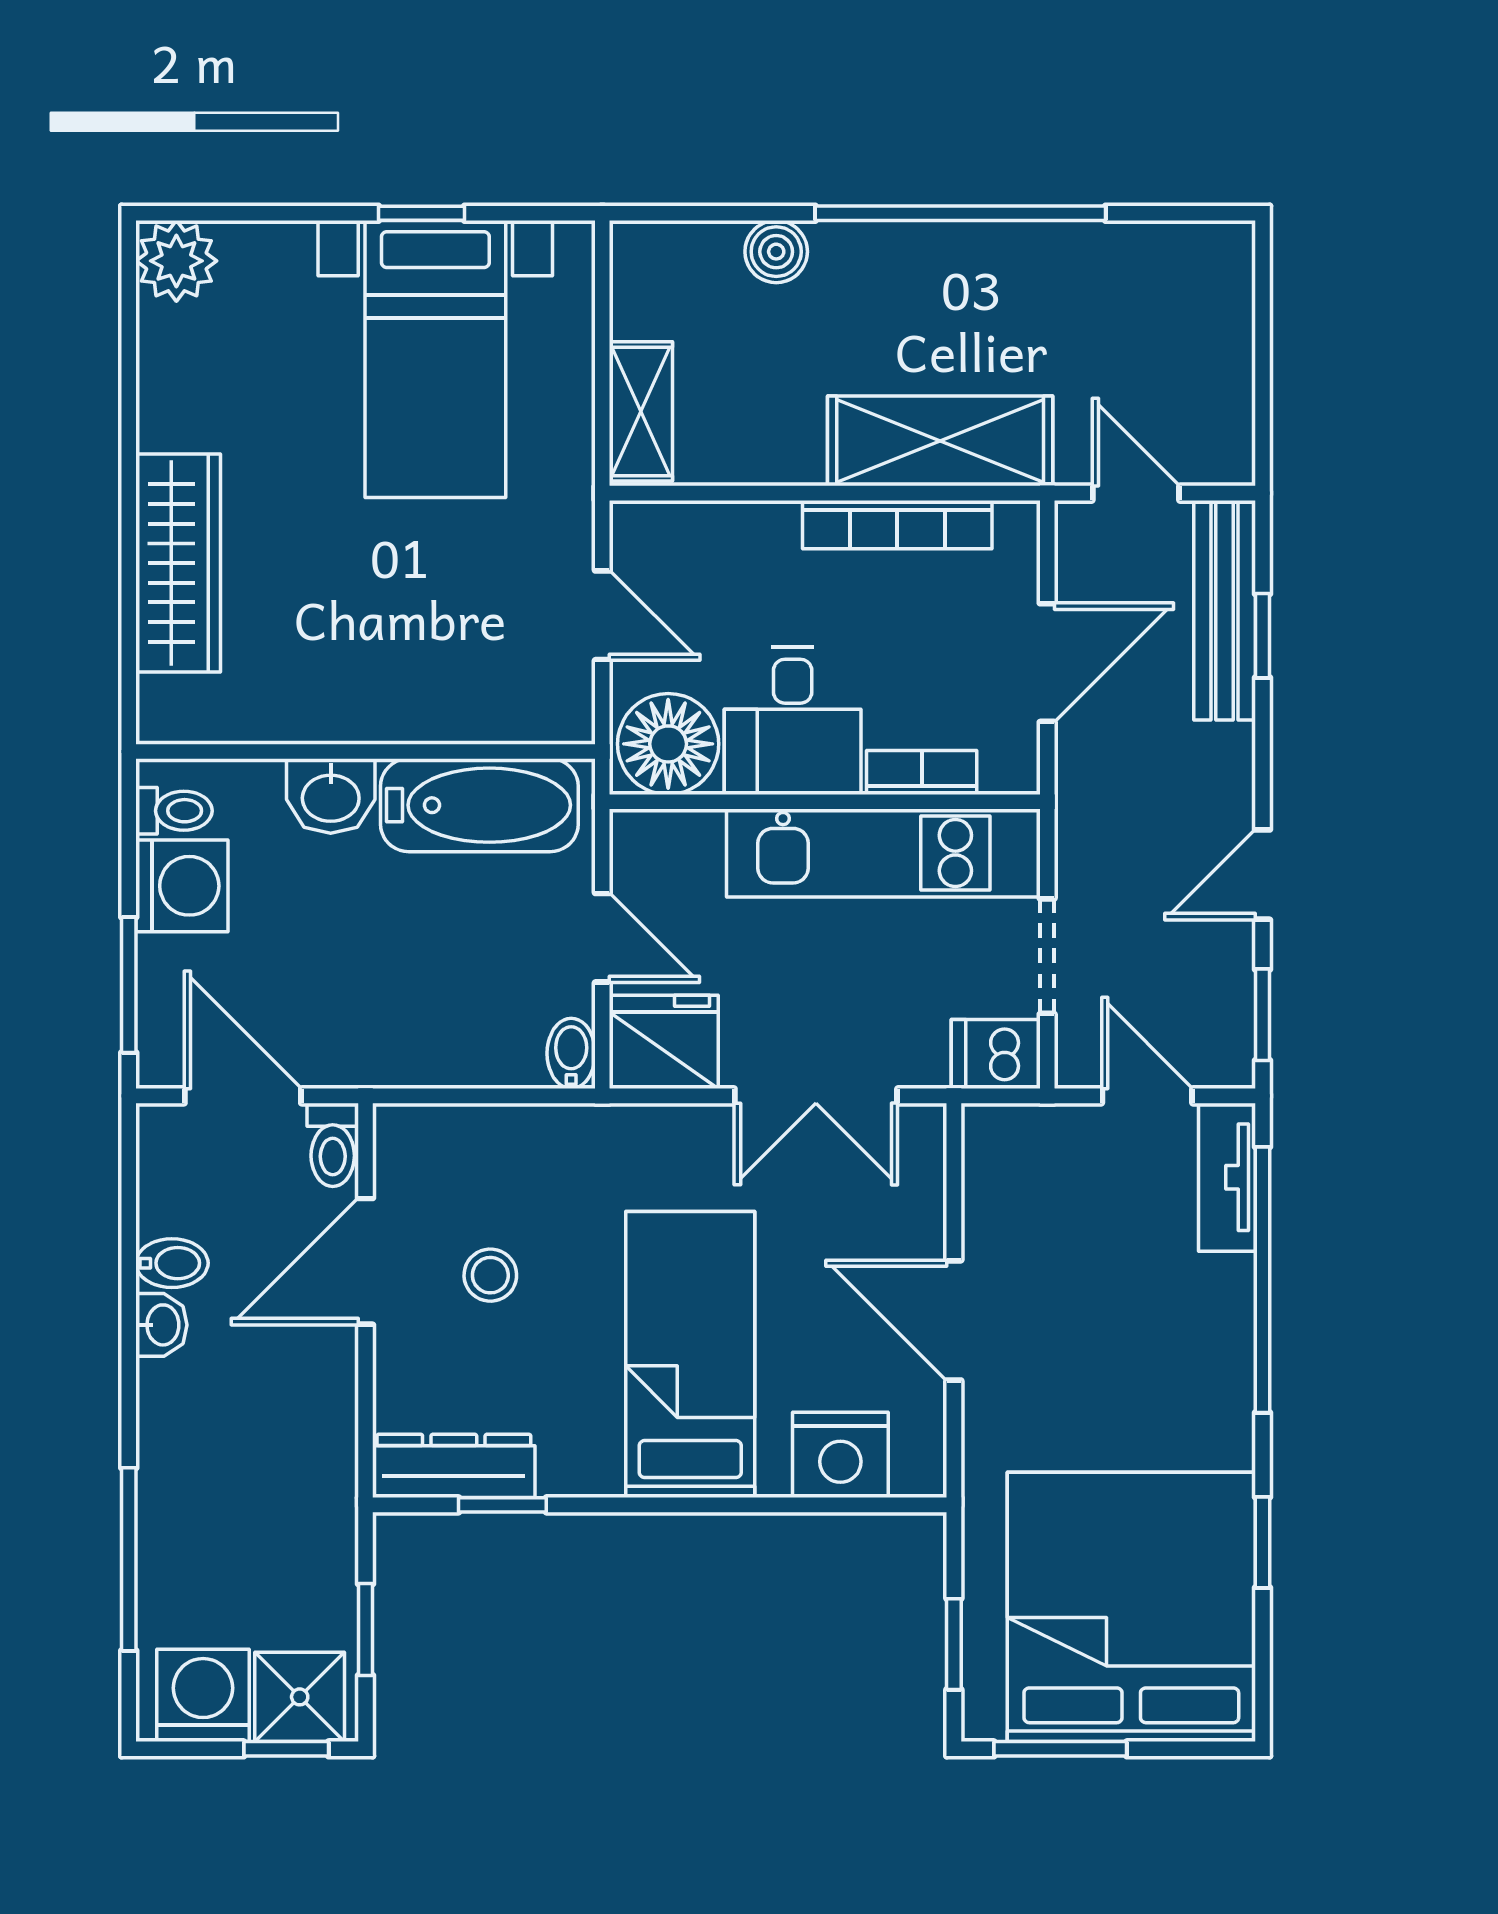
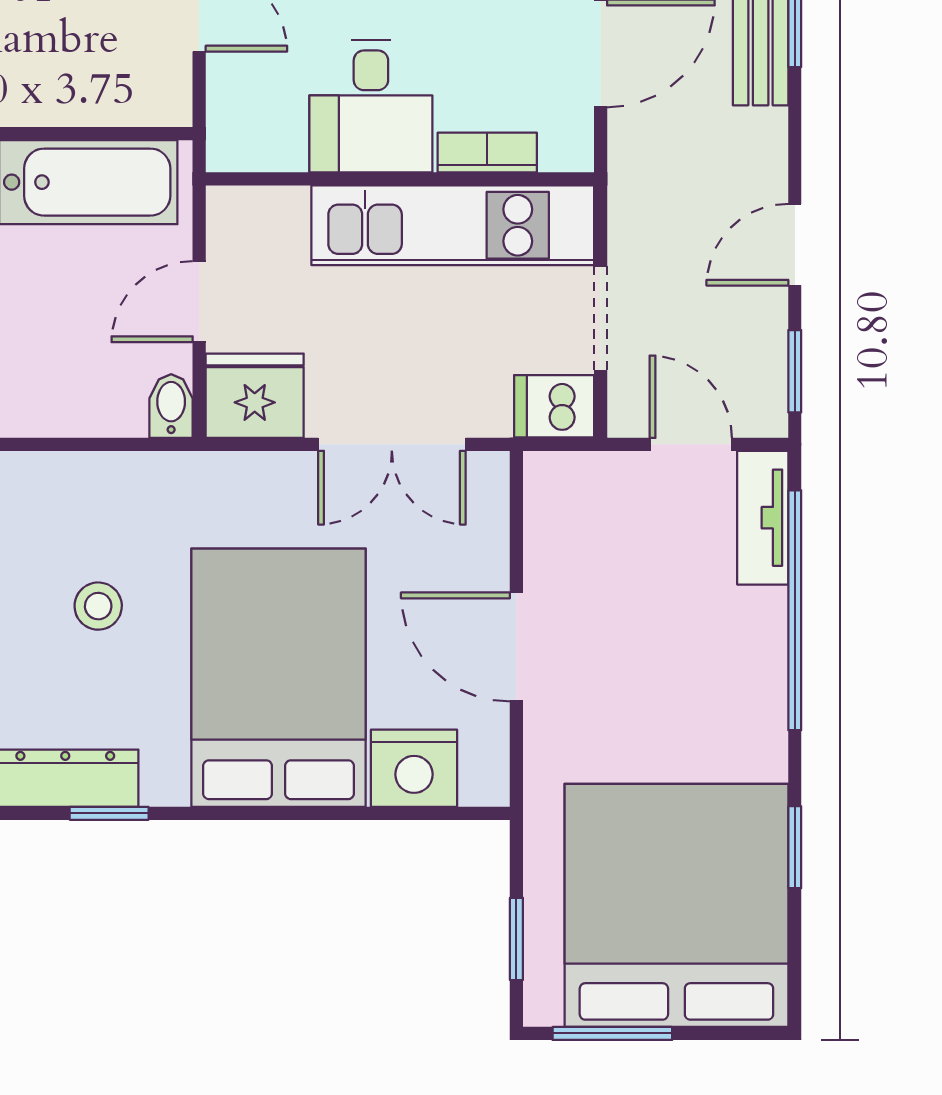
floor lamp: (668, 744) -> (259, 127), removed
door: (602, 938) -> (199, 302), swing flipped
bed: (690, 1355) -> (279, 678), width x1.50

